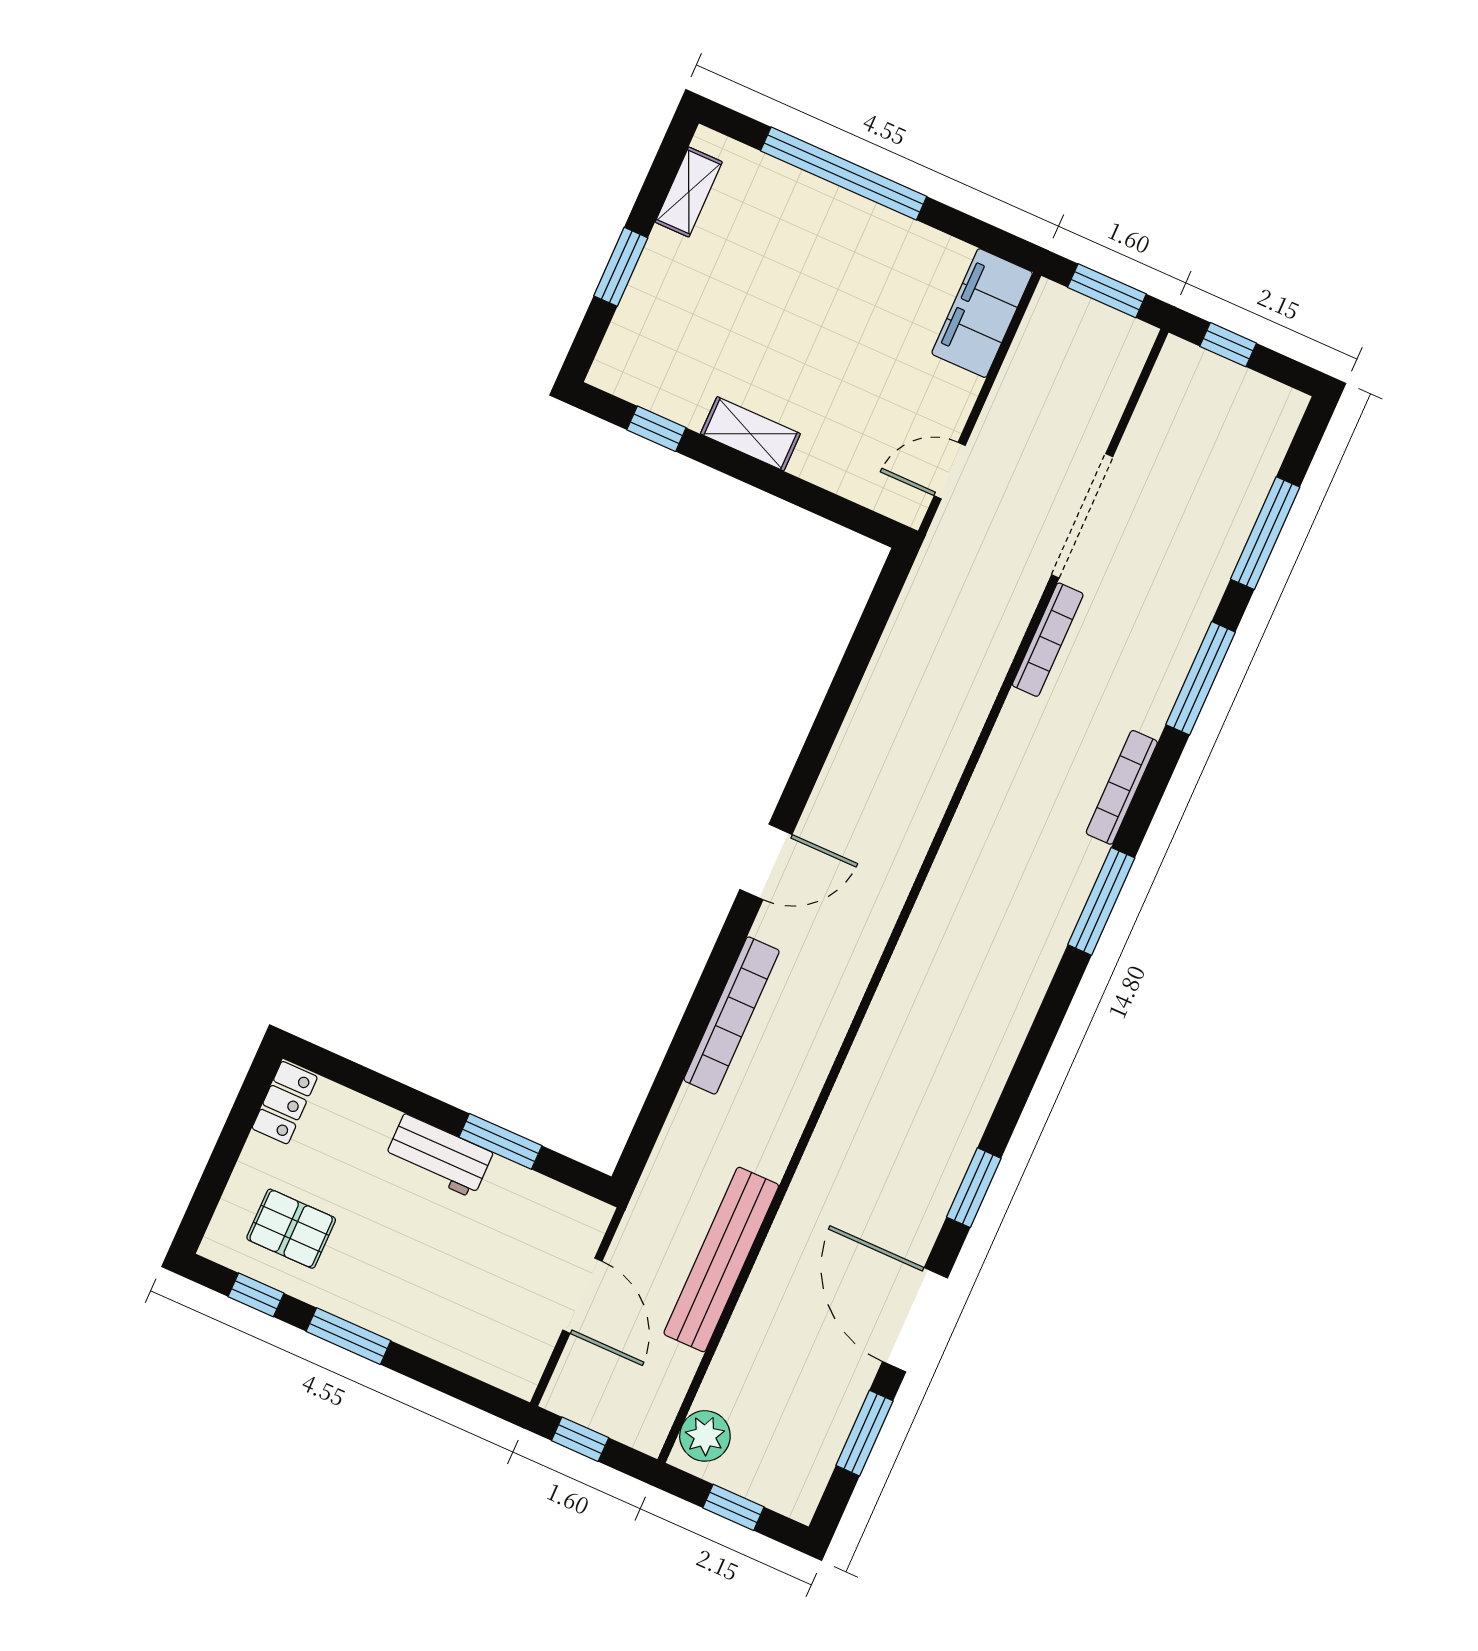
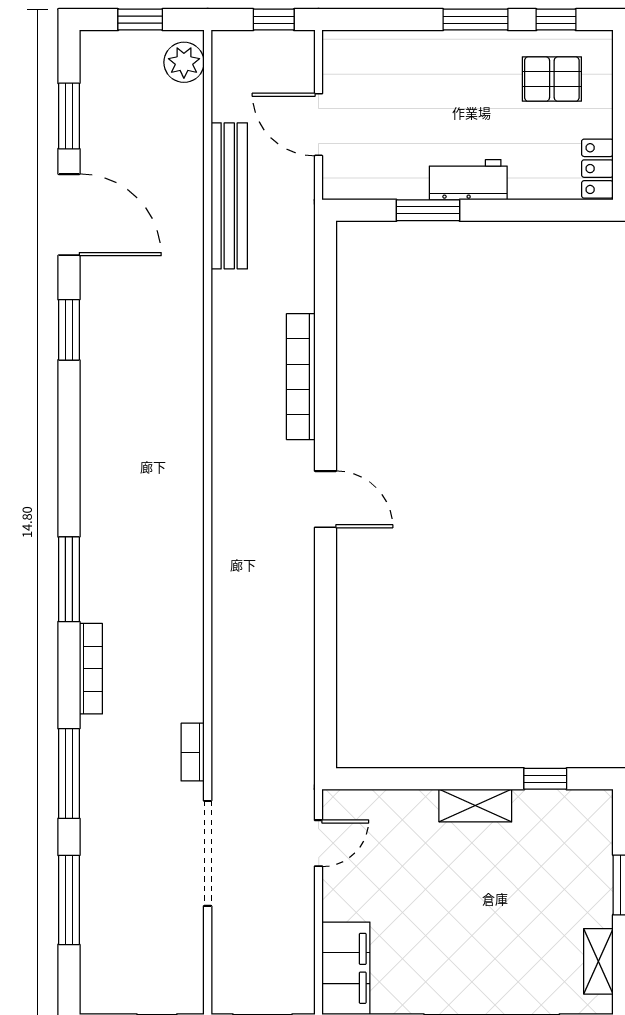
bookcase: (1048, 640) -> (193, 752), width x0.64
door: (766, 862) -> (325, 499), swing flipped

